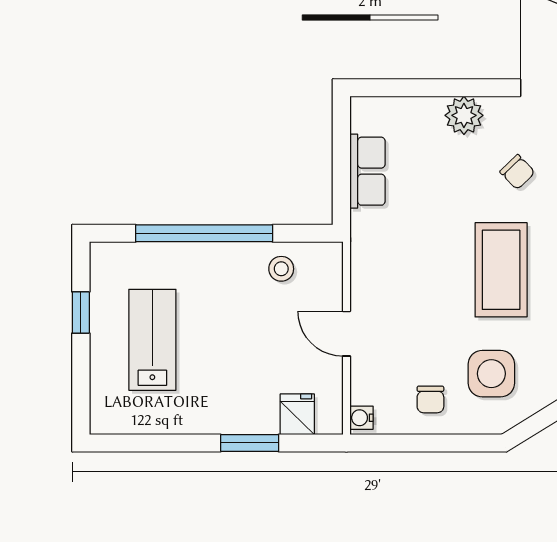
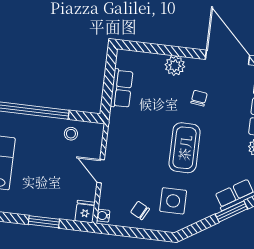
chair: (517, 172) -> (199, 98), turned -128
chair: (430, 399) -> (140, 210), turned 118
fridge: (297, 414) -> (85, 212), moved

